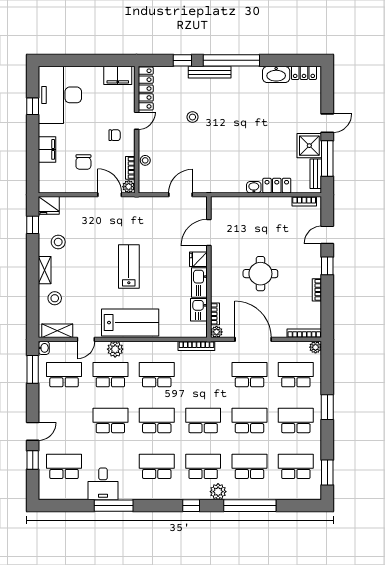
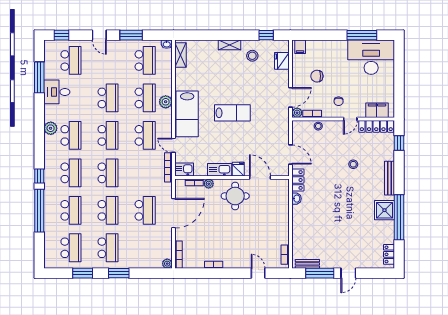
window: (182, 60) -> (399, 143), moved
window: (231, 60) -> (399, 217), moved
washbasin: (276, 74) -> (388, 232), removed
filing cabinet: (118, 75) -> (377, 110), moved, turned 90
window: (33, 106) -> (362, 35), width x2.17
door: (137, 121) -> (350, 119), hinge flipped
door: (327, 123) -> (348, 273), hinge flipped
shower: (309, 146) -> (384, 210), moved
filing cabinet: (47, 149) -> (300, 47), moved, width x0.50
locker: (277, 186) -> (298, 180), moved
washbasin: (254, 187) -> (297, 199), moved
fridge: (49, 205) -> (282, 61), moved
window: (327, 266) -> (233, 273), removed
round table: (260, 274) -> (235, 196), moved
stool: (55, 298) -> (207, 53), removed
kitchen sink: (199, 310) -> (184, 169), moved
plant: (217, 332) -> (209, 184), moved
door: (86, 339) -> (174, 145), moved
window: (33, 369) -> (131, 35), moved
school desk: (296, 375) -> (145, 248), removed
window: (33, 460) -> (61, 35), moved
window: (327, 472) -> (83, 273), moved
plant: (218, 492) -> (51, 128), moved
window: (114, 506) -> (39, 77), moved
window: (191, 506) -> (39, 176), moved

